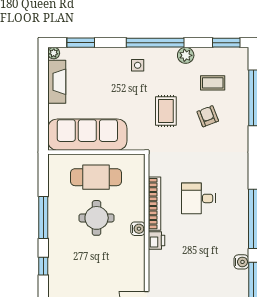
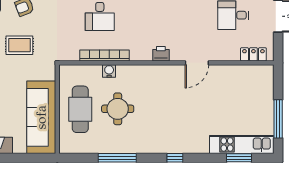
water cooler: (138, 229) -> (109, 71), moved
printer: (157, 240) -> (161, 54), moved
window: (43, 266) -> (175, 158), moved

